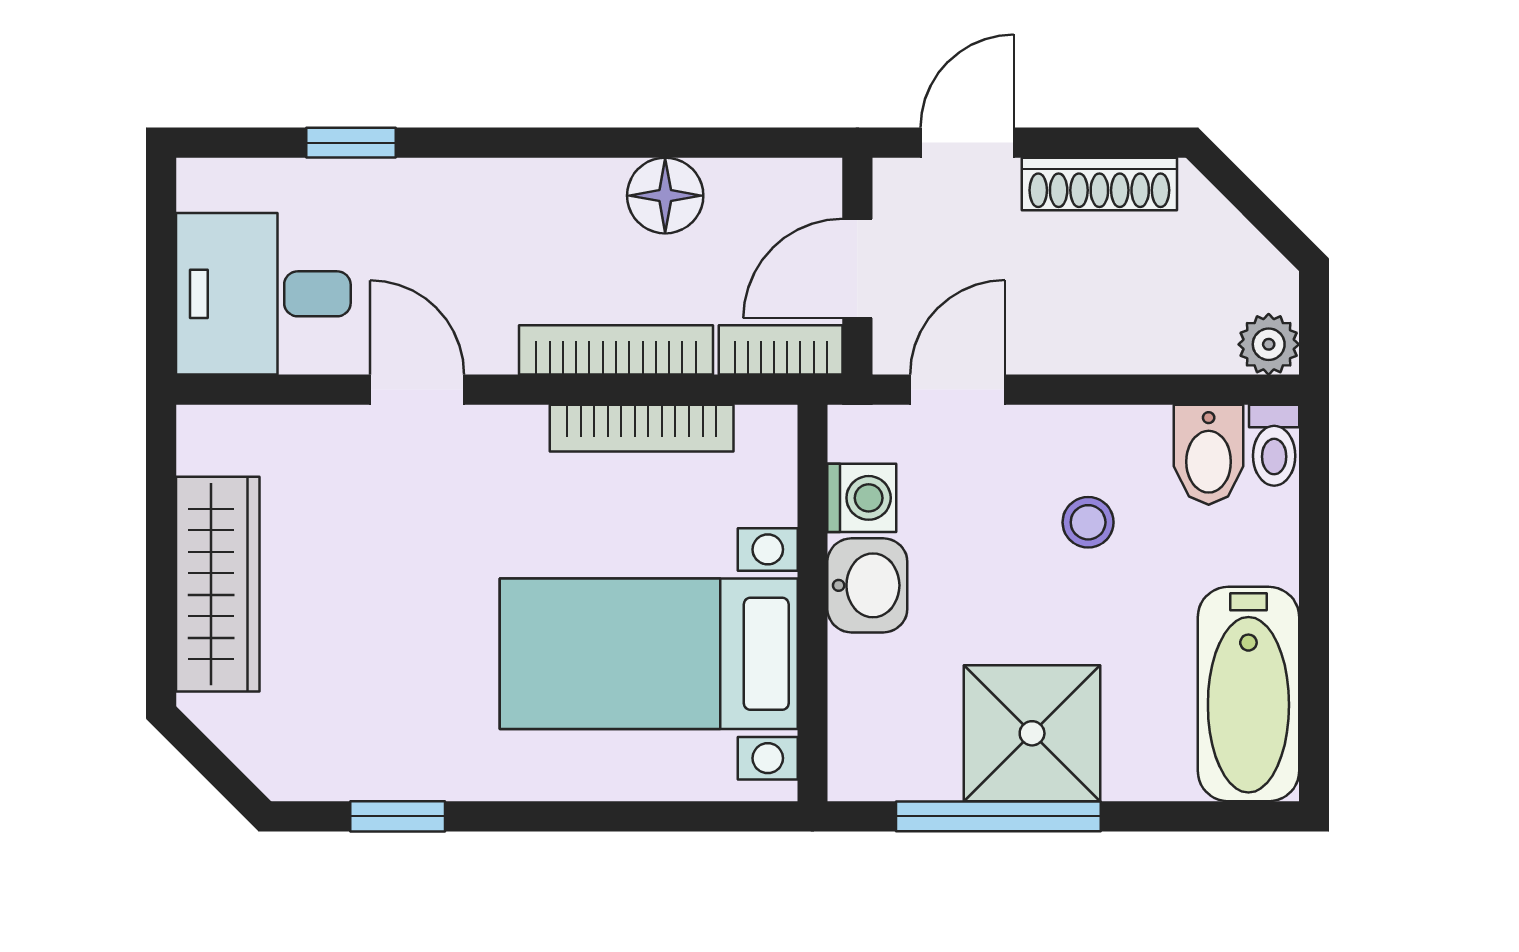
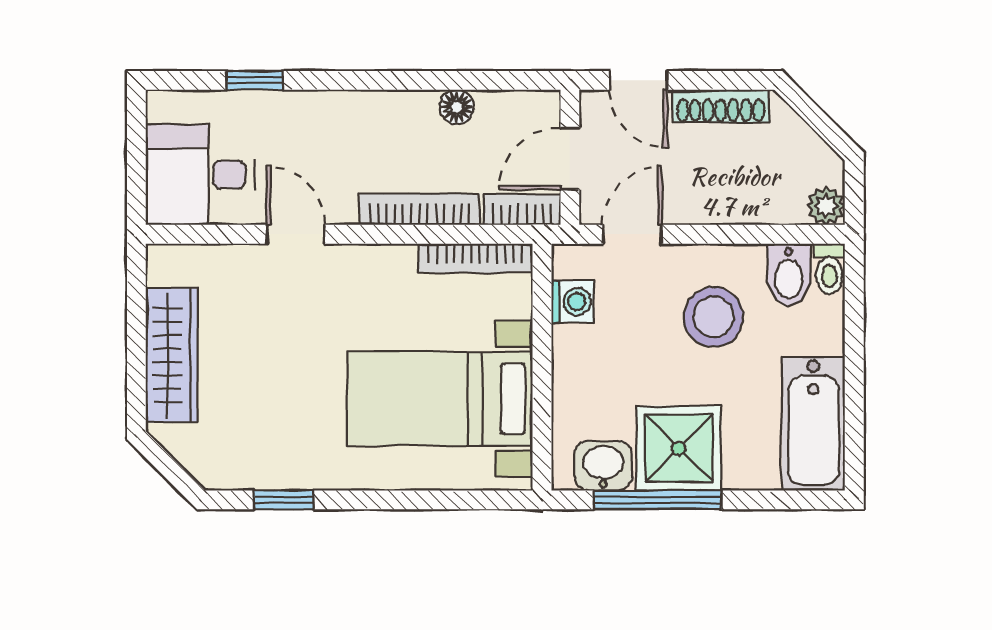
door: (967, 143) -> (638, 80), swing flipped
floor lamp: (665, 196) -> (457, 107), width x0.73, depth x0.73
bookcase: (642, 428) -> (475, 258), moved
stool: (1088, 522) -> (714, 317), width x1.89, depth x1.89
washbasin: (867, 585) -> (603, 466), moved, turned -90

